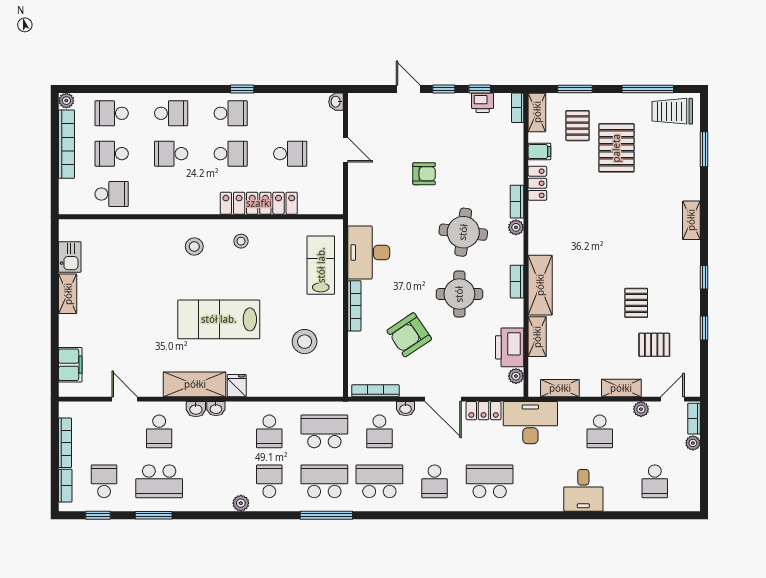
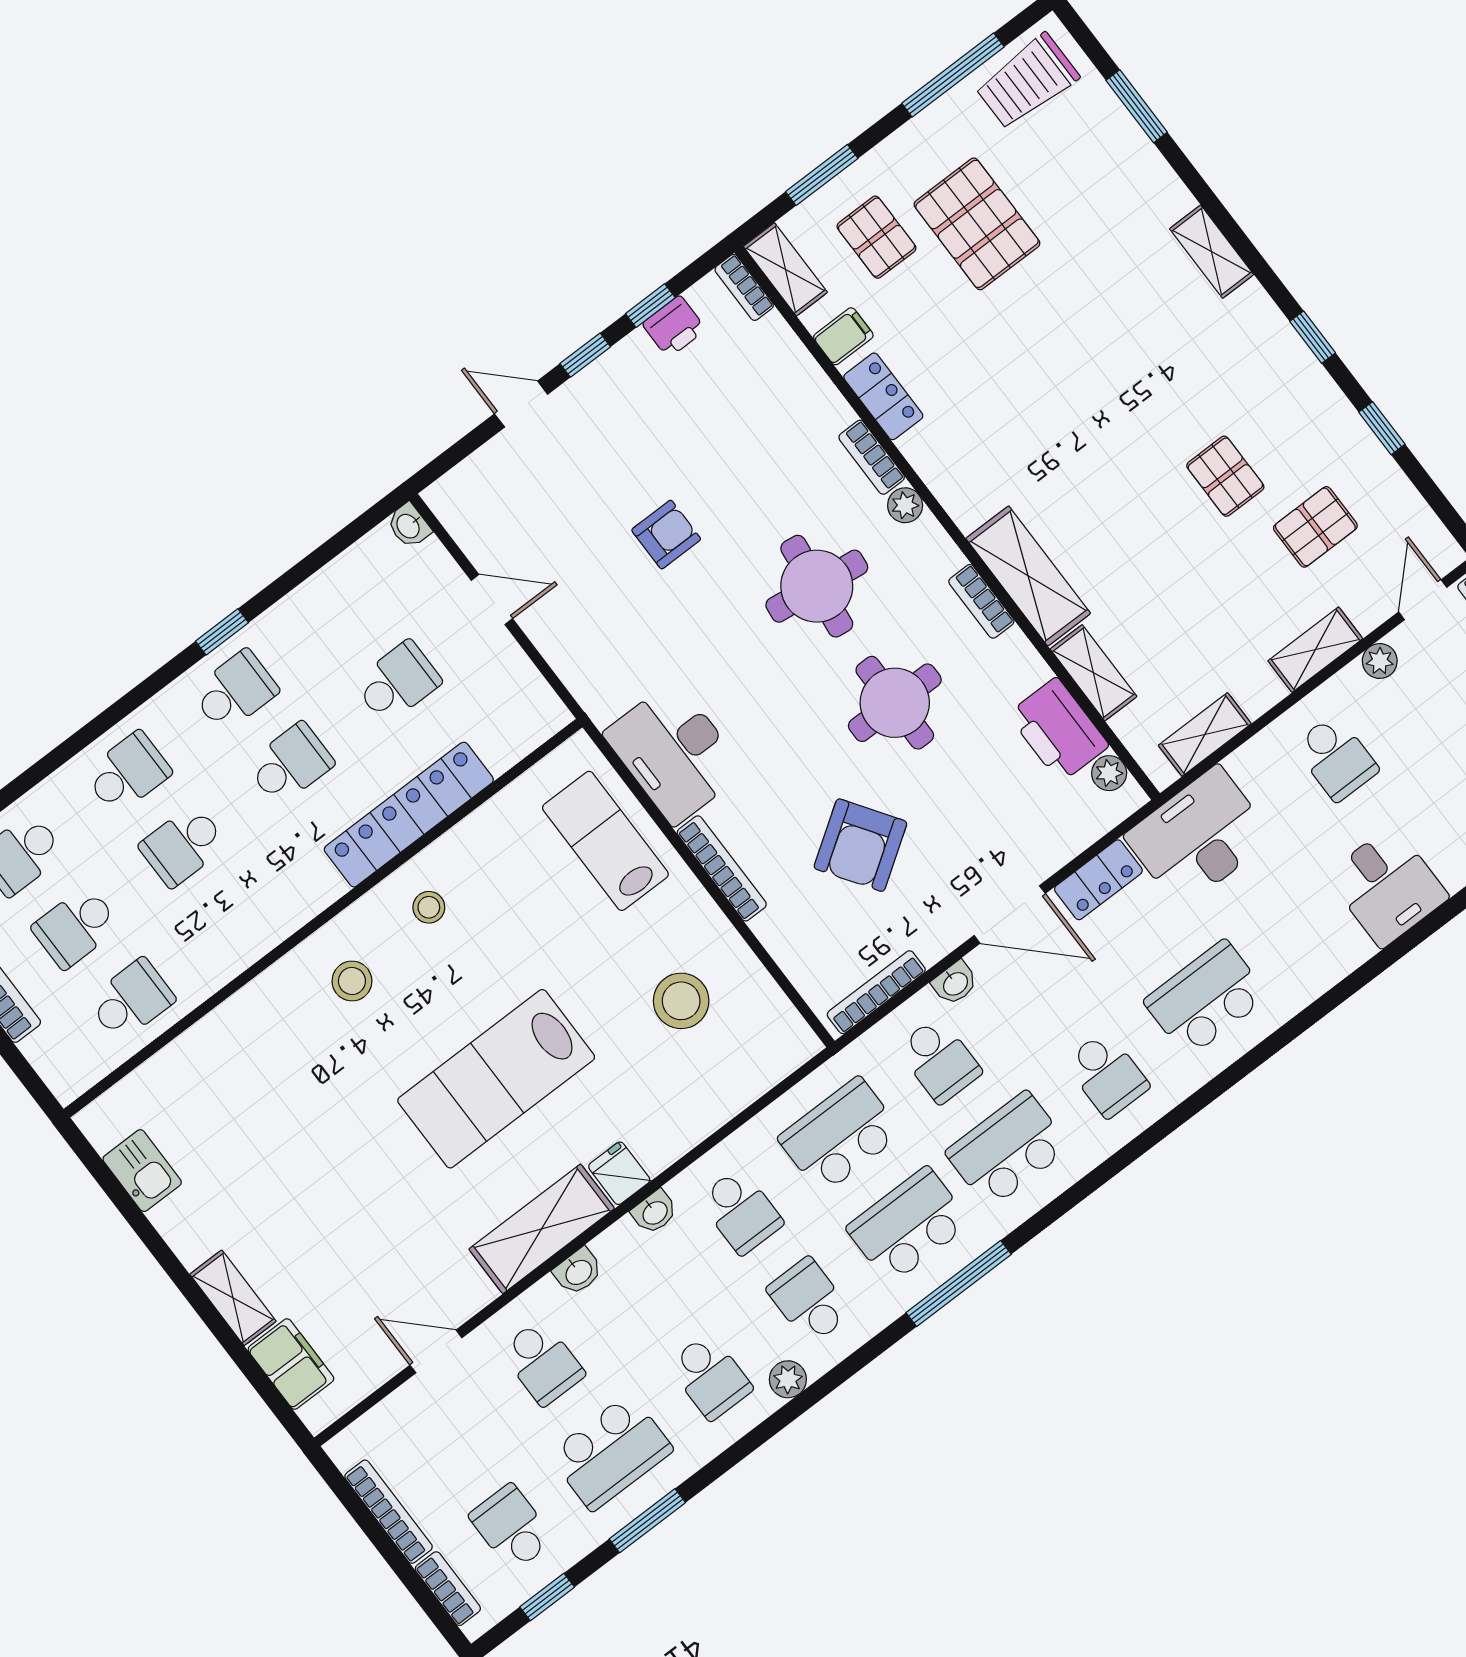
shelving: (68, 294) -> (233, 1298), moved
washbasin: (216, 409) -> (655, 1212), moved
school desk: (214, 481) -> (710, 1377), added

